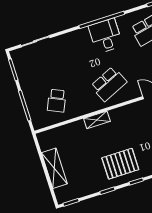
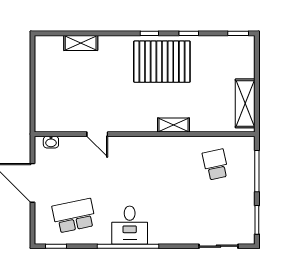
school desk: (109, 84) -> (145, 165), removed
school desk: (57, 101) -> (215, 165), turned -36
pallet: (120, 164) -> (162, 62), width x1.37, depth x1.41
shelving: (54, 168) -> (245, 103), moved

